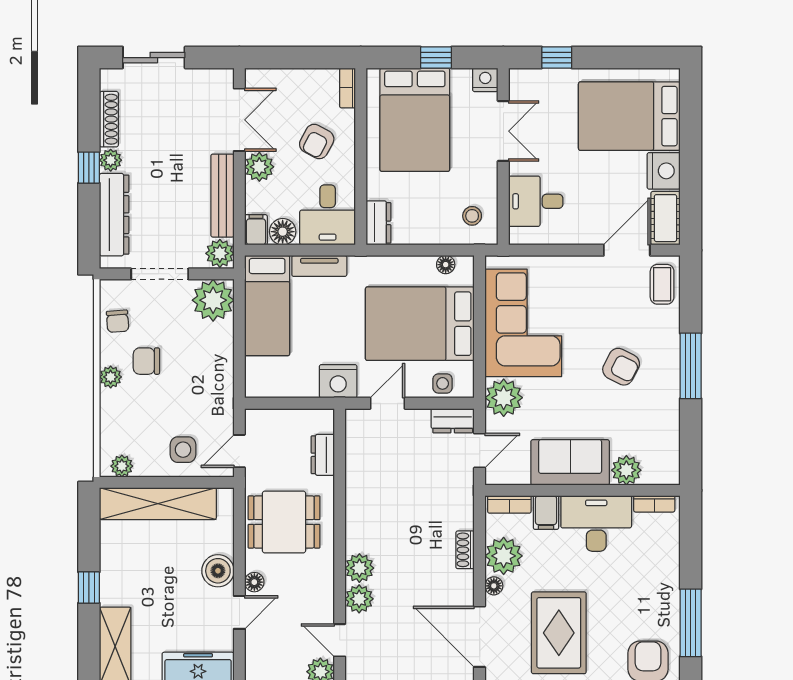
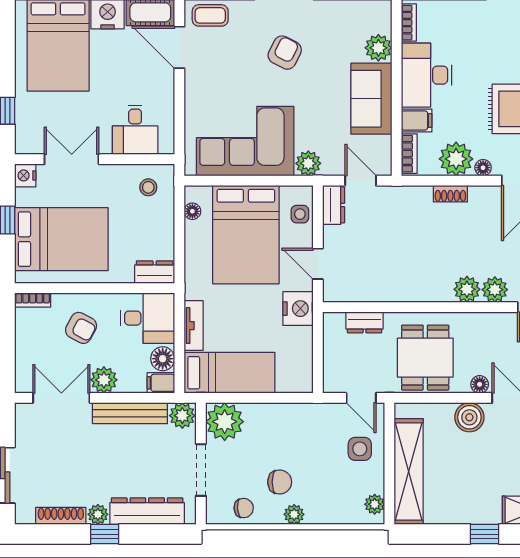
chair: (146, 361) -> (280, 482), turned -90
plant: (504, 398) -> (308, 163), width x0.73, depth x0.73

